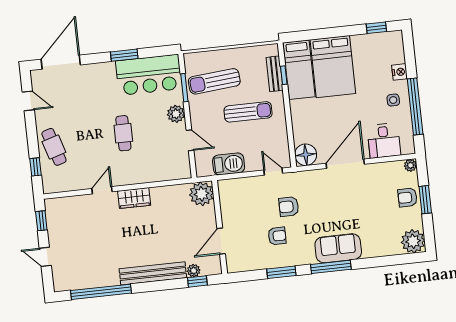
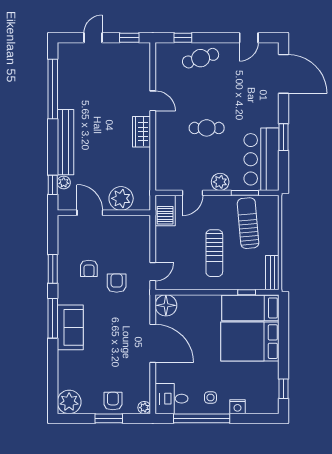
bench: (275, 74) -> (272, 273), moved, turned 90
desk: (384, 141) -> (171, 399), moved
barbecue: (229, 164) -> (165, 211), moved
plant: (201, 194) -> (121, 198), moved

